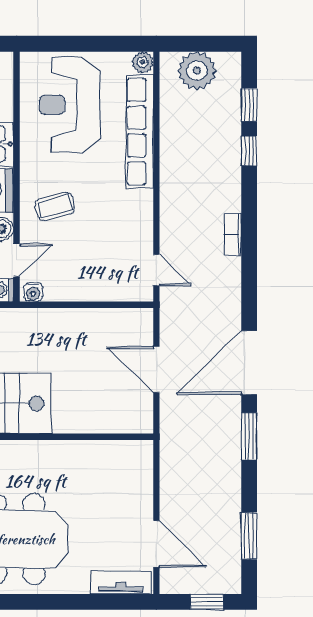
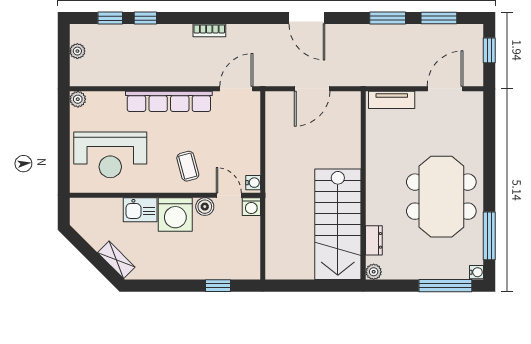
plant: (197, 71) -> (77, 51), width x0.53, depth x0.53
row of seats: (140, 132) -> (169, 101), moved
door: (156, 270) -> (236, 89), width x1.38
door: (249, 363) -> (307, 18), width x0.73
window: (249, 436) -> (388, 18), moved
tv unit: (121, 583) -> (392, 100), moved, turned -90

